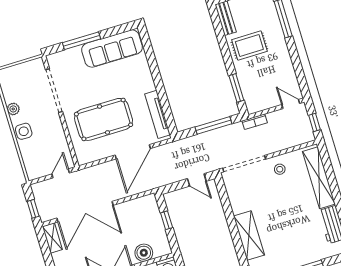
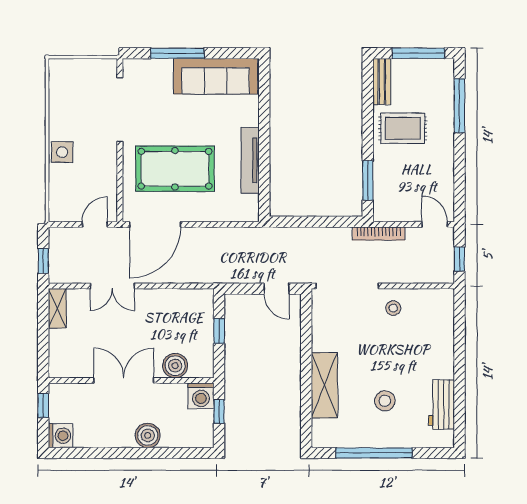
plant: (13, 109) -> (57, 118), removed
tv unit: (158, 114) -> (250, 160), moved
bookcase: (255, 122) -> (379, 234), width x1.56
window: (213, 125) -> (321, 222), removed
door: (133, 152) -> (155, 224), moved
shelving: (319, 178) -> (443, 336), removed
double door: (85, 212) -> (112, 286), width x0.54
stool: (293, 234) -> (385, 401), added

